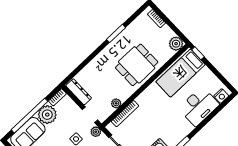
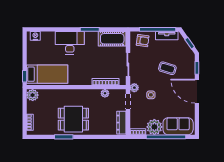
dining table: (137, 65) -> (73, 119), moved
desk: (199, 106) -> (70, 43), moved

